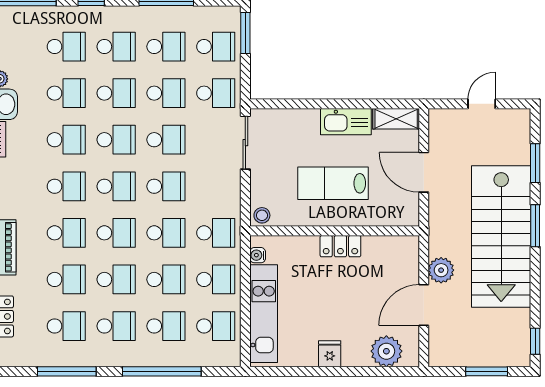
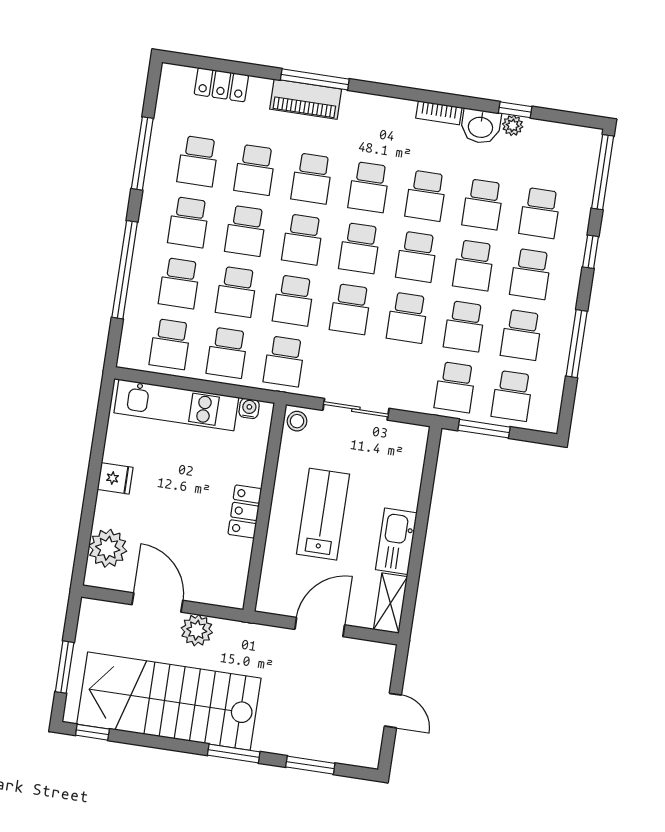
window: (245, 33) -> (484, 429), moved
sliding door: (245, 143) -> (356, 409), moved
stairs: (501, 236) -> (169, 701), moved

